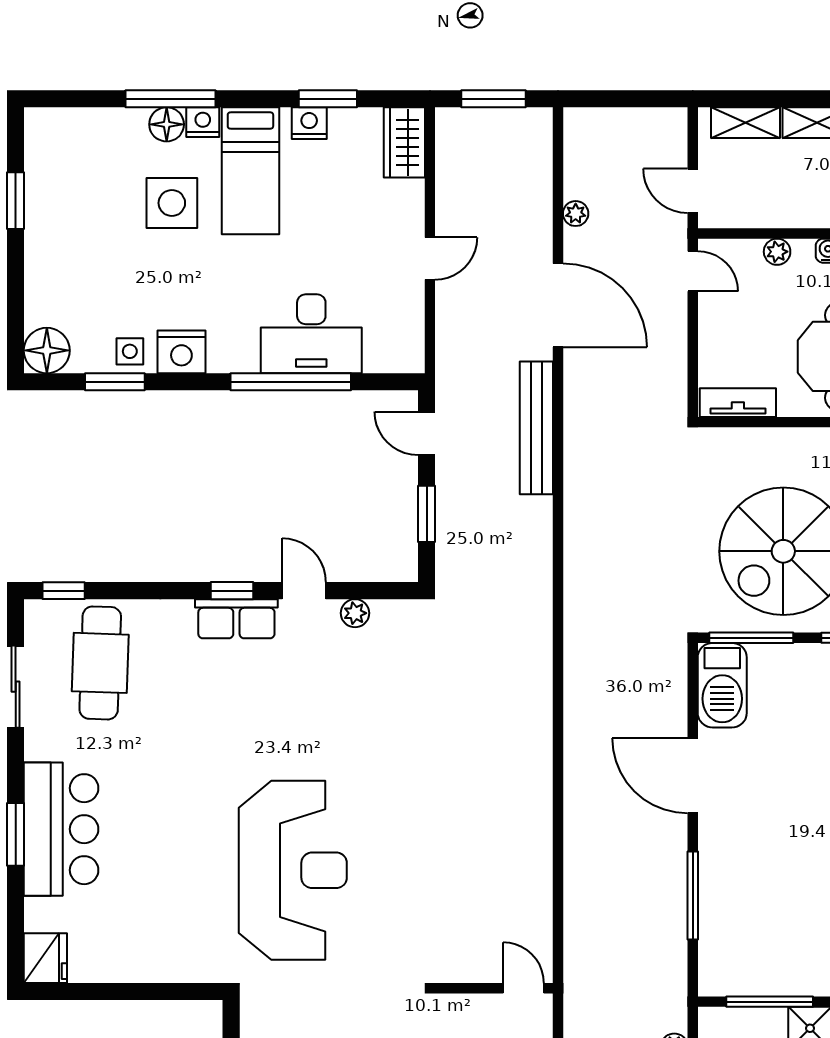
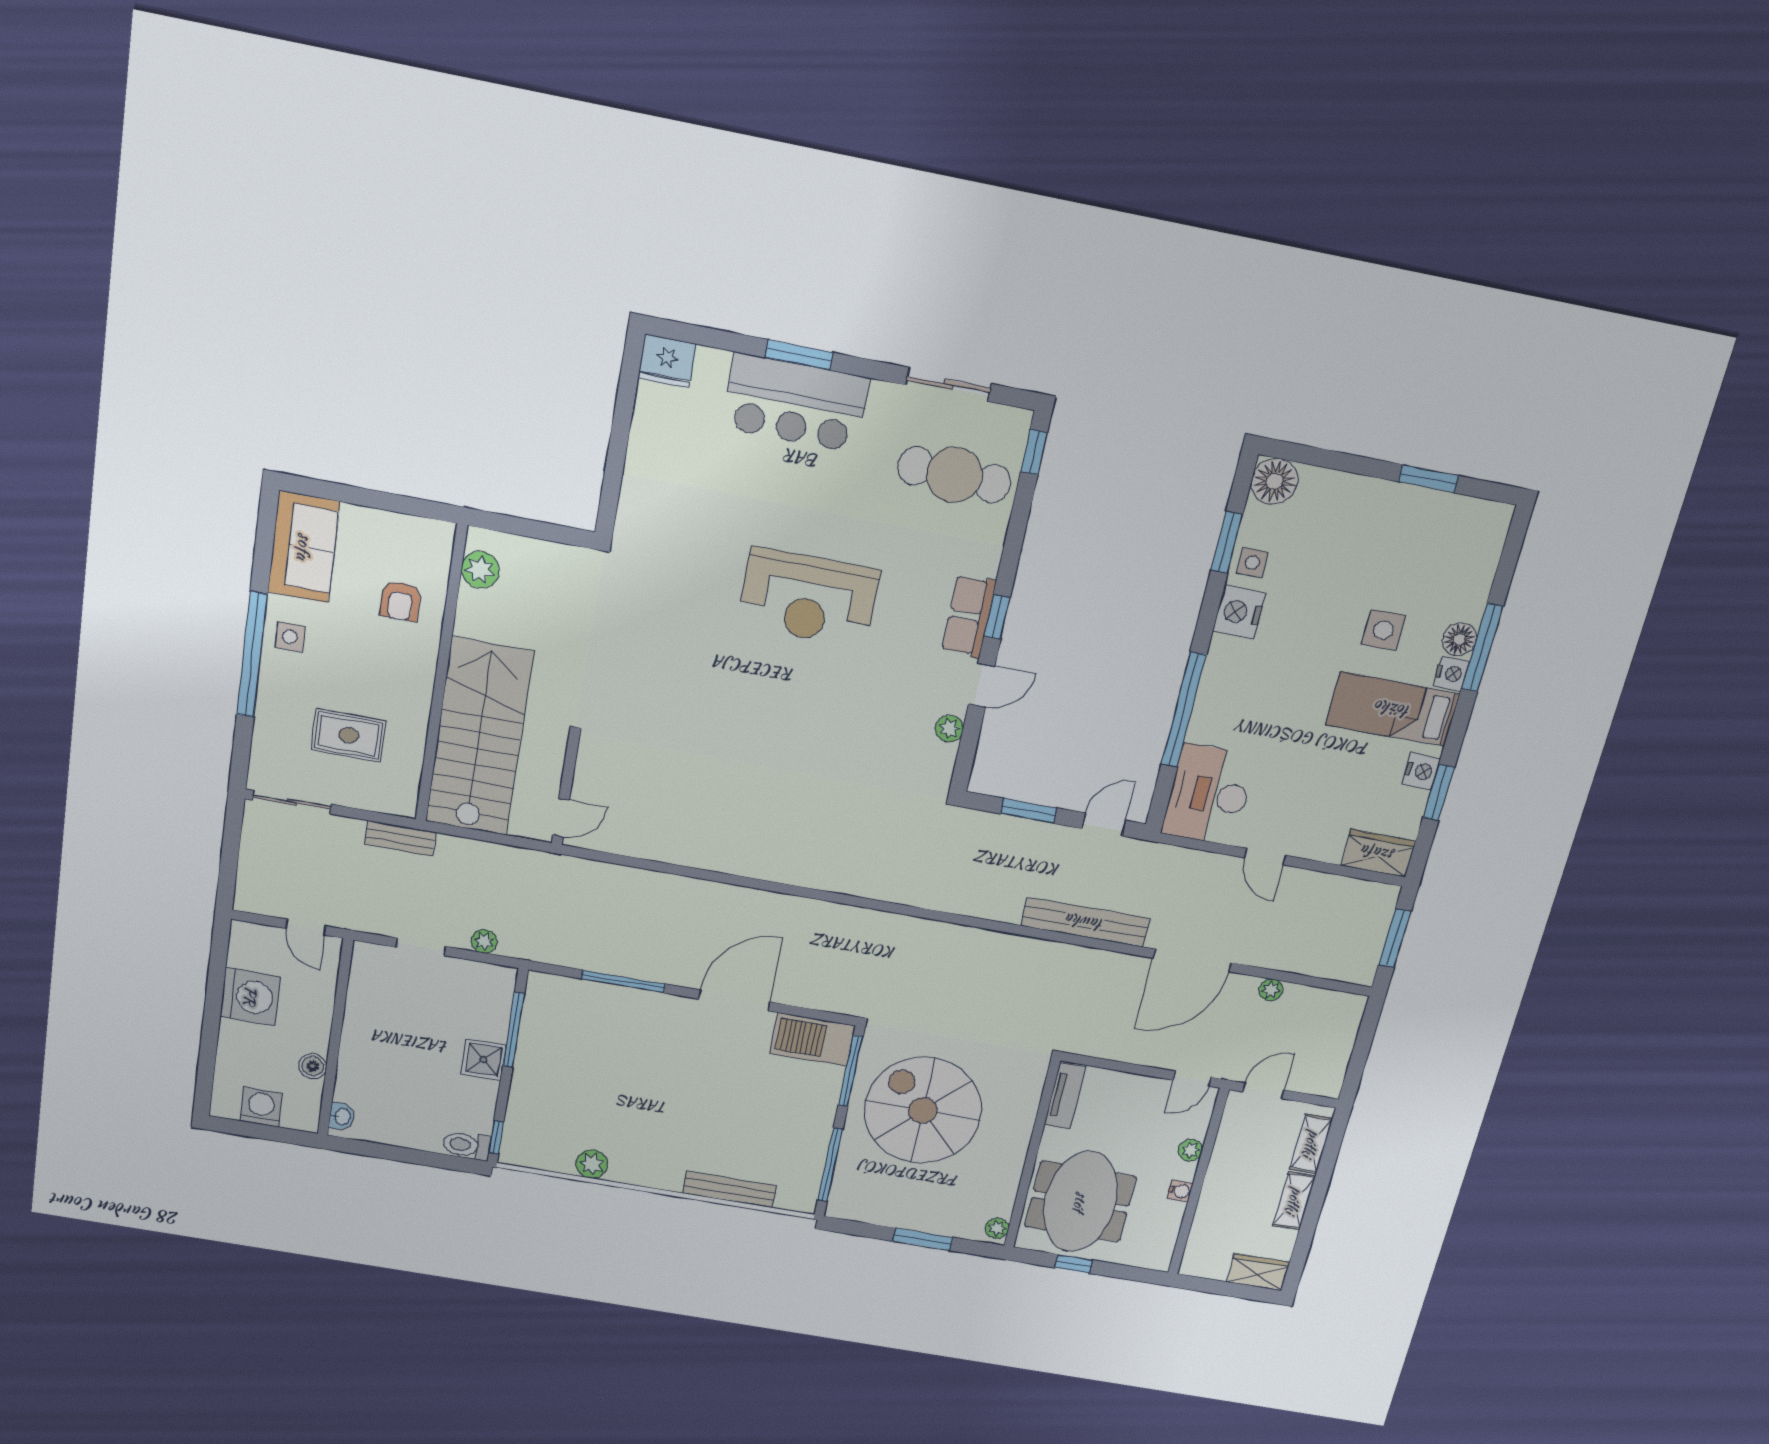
side table: (172, 203) -> (1383, 630), width x0.73, depth x0.73
desk: (311, 334) -> (1209, 795), moved
reception desk: (293, 870) -> (809, 598), moved, width x0.74, depth x0.77

